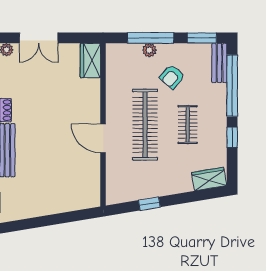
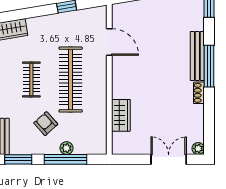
wardrobe: (90, 60) -> (121, 115), moved
armchair: (172, 77) -> (46, 124), turned -83
door: (103, 138) -> (109, 42), moved

